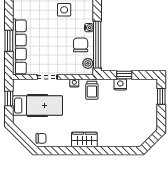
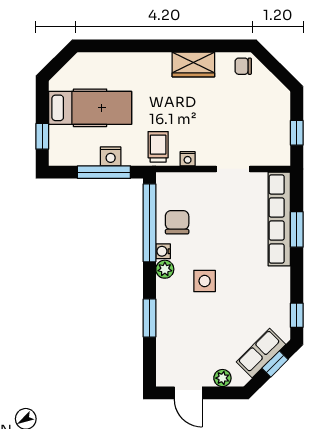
chair: (81, 45) -> (177, 222), turned 180
plant: (88, 63) -> (165, 269), moved
window: (124, 75) -> (104, 172), width x2.17
hospital bed: (38, 106) -> (90, 108), moved, turned 180
wardrobe: (84, 139) -> (193, 65), moved

